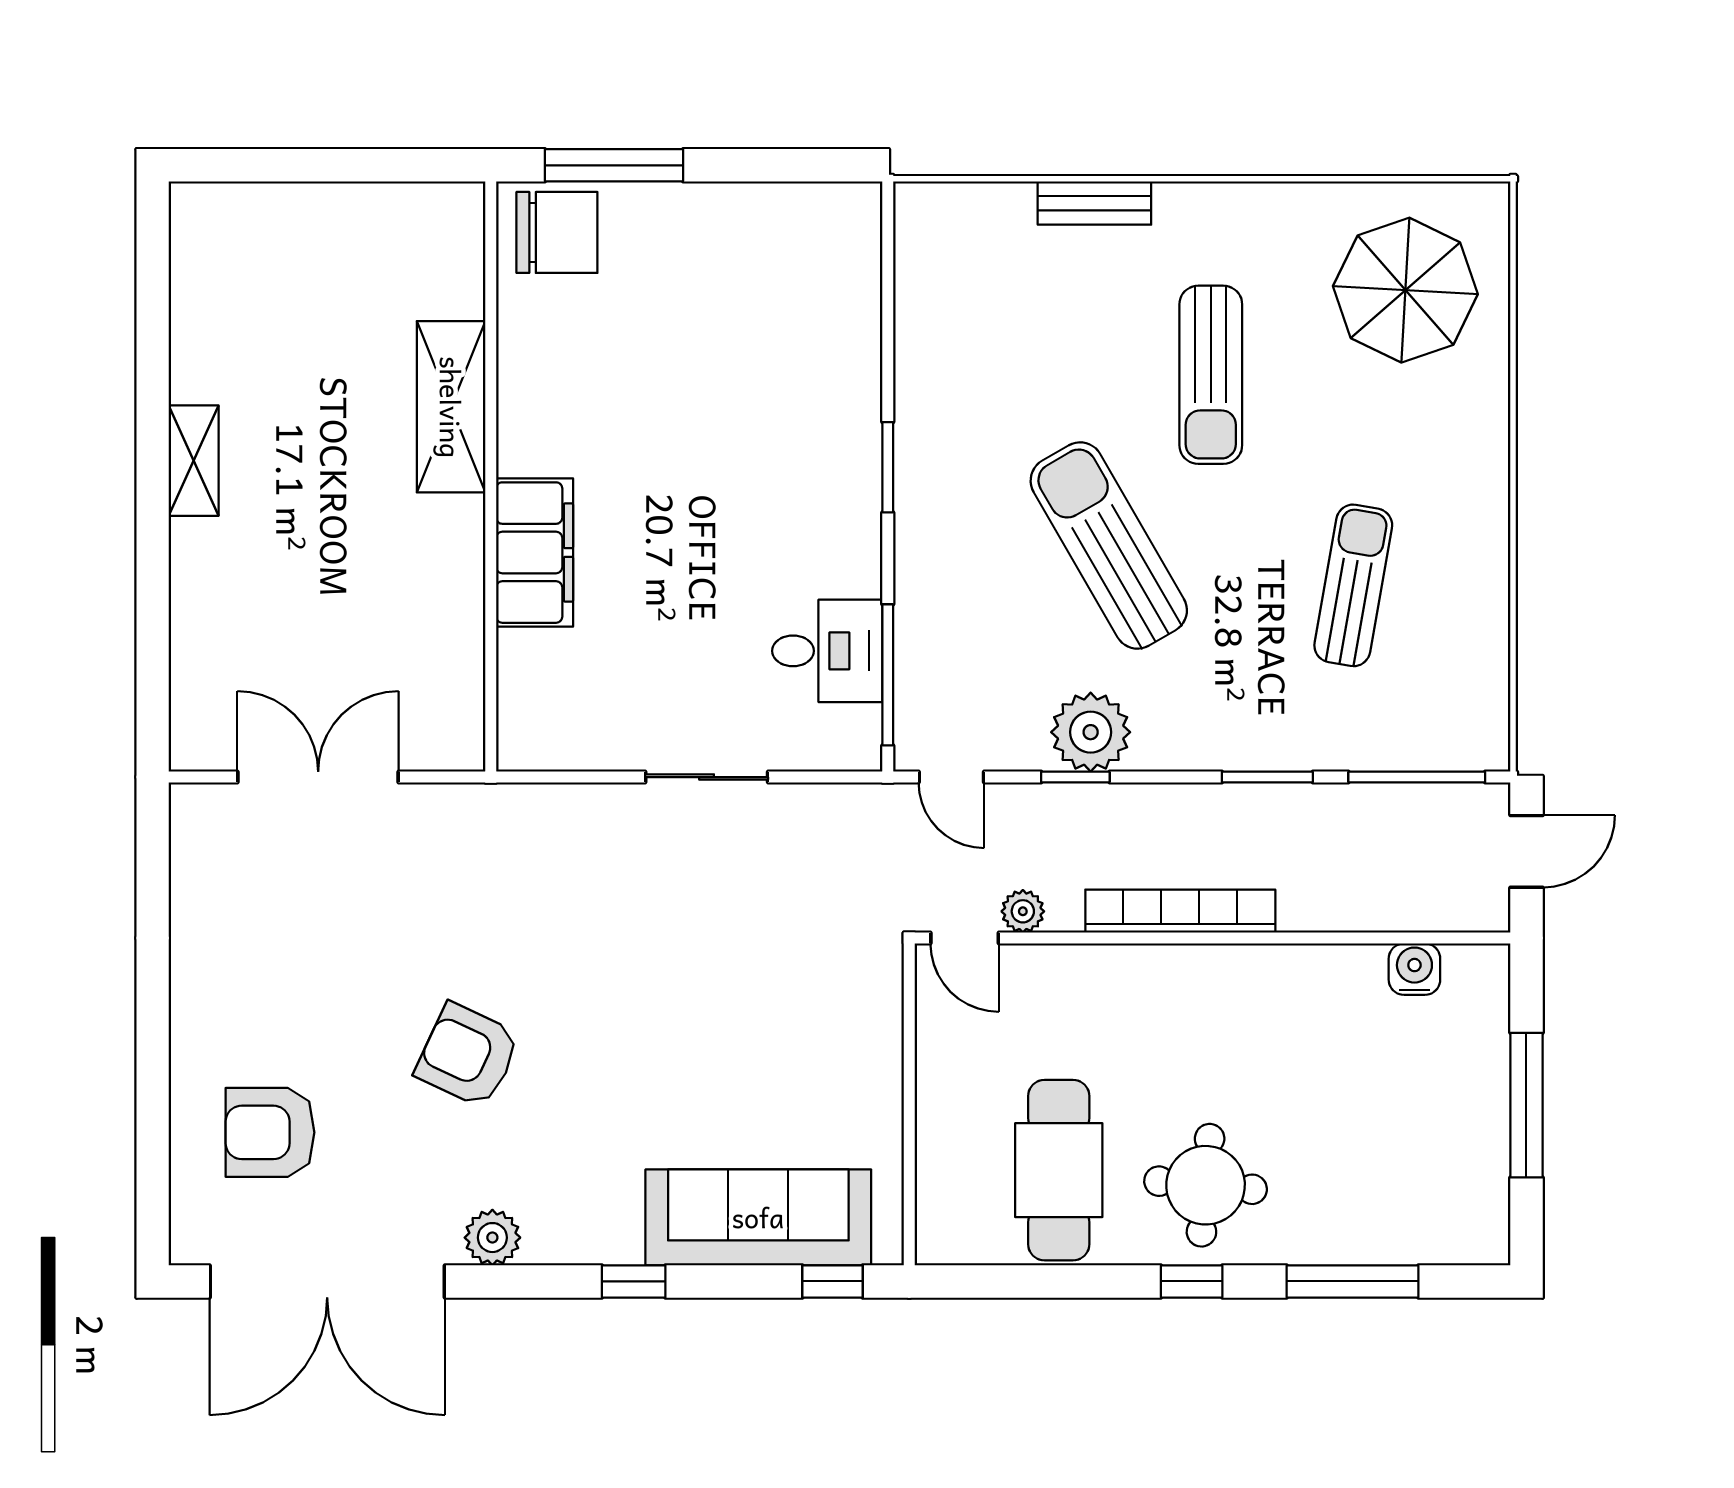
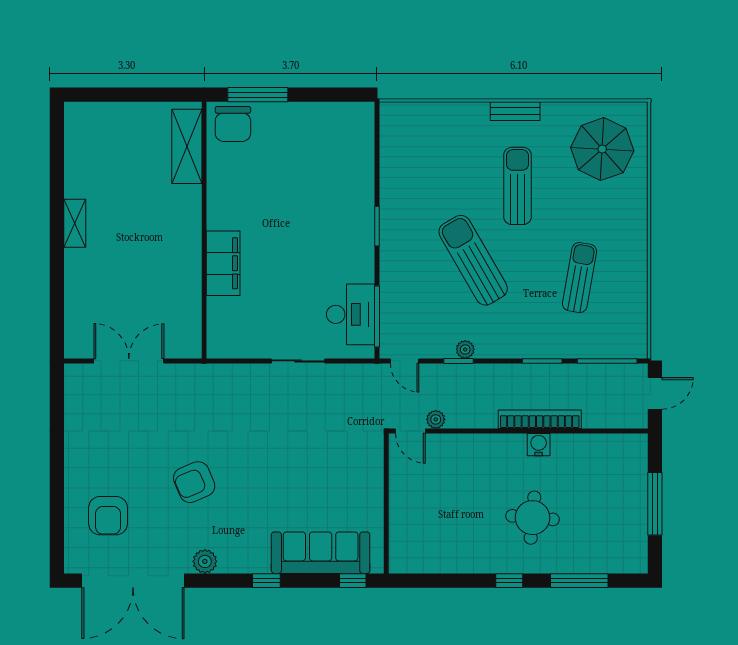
bench: (1094, 203) -> (515, 111), moved
chair: (557, 232) -> (233, 124), turned 90
sun lounger: (1211, 375) -> (517, 186), turned 180
shelving: (451, 407) -> (187, 146), moved
desk: (827, 651) -> (351, 314), width x1.37
plant: (1091, 732) -> (465, 349), width x0.53, depth x0.53
bookcase: (1180, 911) -> (540, 419), moved
water cooler: (1414, 969) -> (539, 445), moved
armchair: (468, 1055) -> (194, 482), turned -48
armchair: (270, 1132) -> (108, 516), turned -90
cafe table: (1059, 1170) -> (451, 532), removed
round table: (1206, 1185) -> (533, 518), moved

